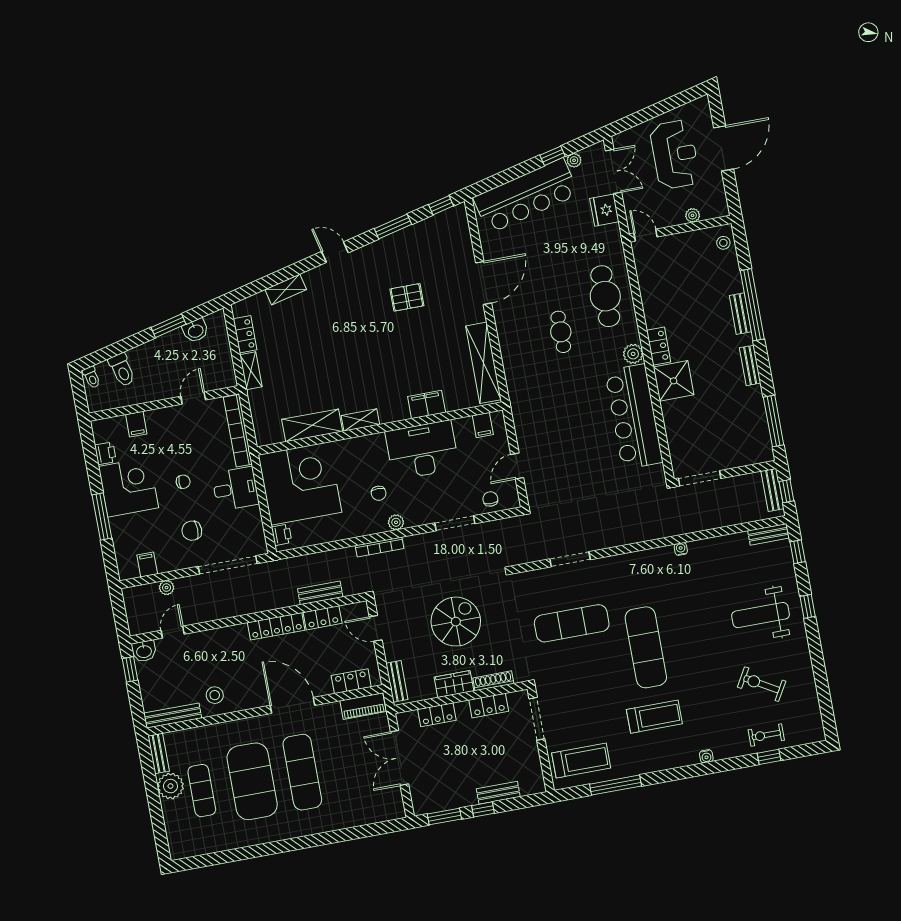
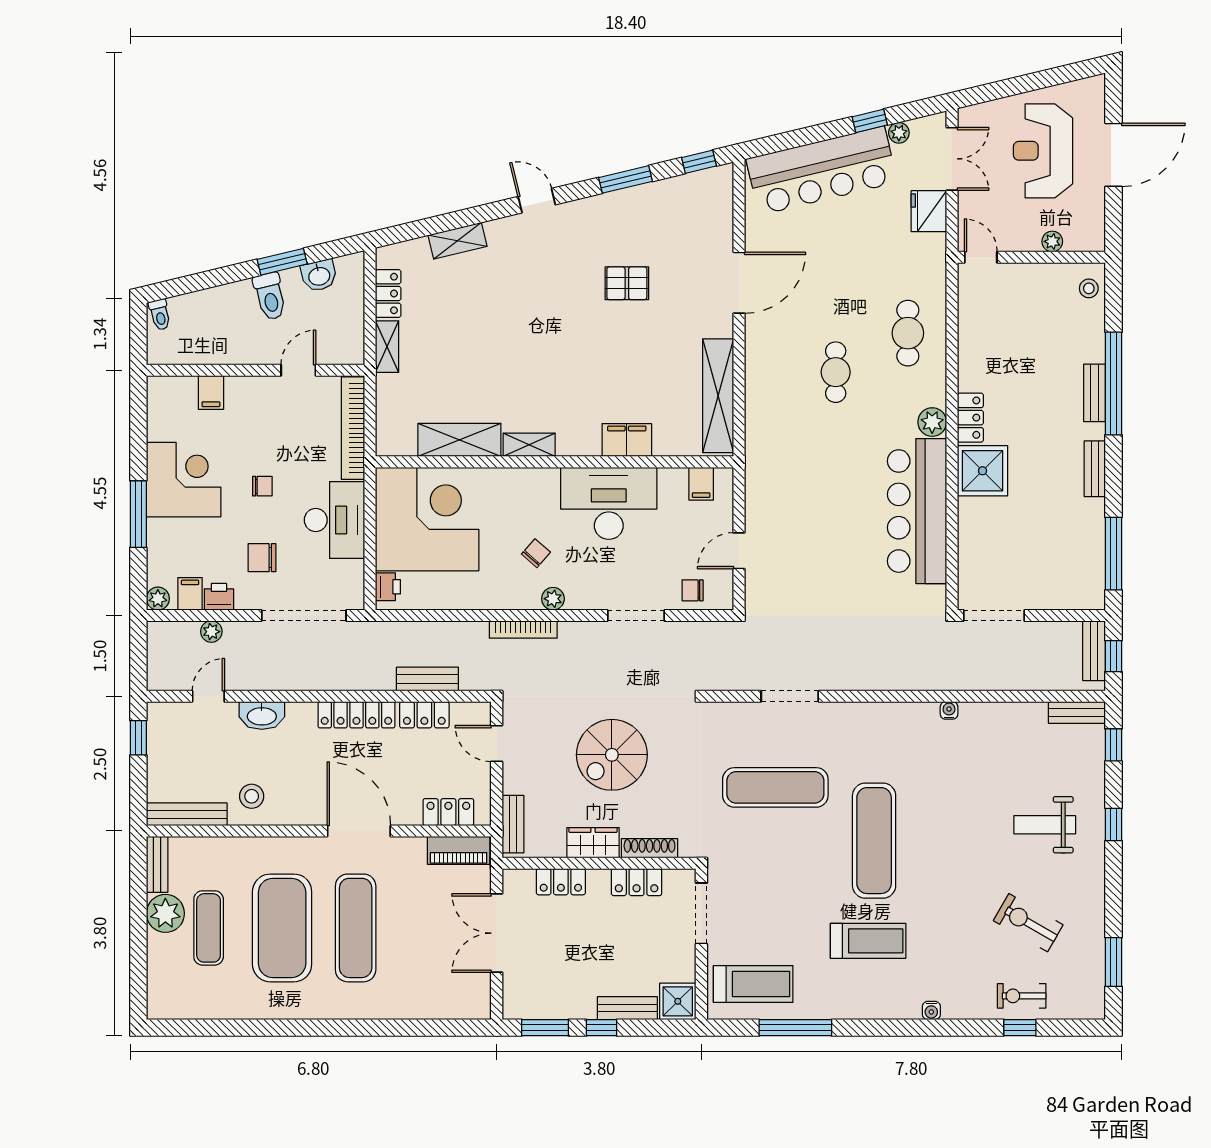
reception desk: (675, 155) -> (1043, 151), turned 180
cafe table: (605, 296) -> (908, 333), width x0.73, depth x0.74
toilet: (122, 370) -> (270, 296), moved
printer: (105, 453) -> (219, 597), moved, turned -90
desk: (235, 489) -> (334, 520), width x1.37
chair: (379, 493) -> (536, 553), turned -139
chair: (490, 499) -> (693, 590), turned -90
plant: (126, 572) -> (158, 599), added
weight bench: (761, 615) -> (1045, 825), width x0.73, depth x0.75
spiral stairs: (456, 622) -> (612, 755), turned 180
washbasin: (144, 651) -> (262, 716), moved, width x1.38
window: (825, 700) -> (1114, 962), added
shower: (532, 782) -> (678, 1001), added

